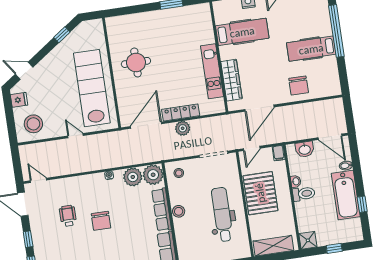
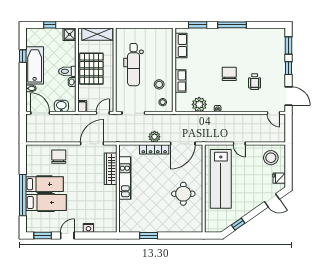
hospital bed: (242, 32) -> (46, 203), moved, turned 180
plant: (153, 175) -> (183, 104), removed
pallet: (260, 193) -> (91, 69), moved
row of seats: (162, 210) -> (180, 81), width x0.68
stool: (179, 211) -> (159, 84), moved

